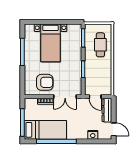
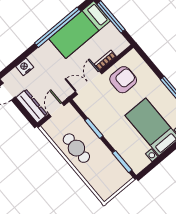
cafe table: (100, 45) -> (76, 148), moved
armchair: (45, 82) -> (123, 80), turned 180
door: (95, 97) -> (56, 110), hinge flipped

